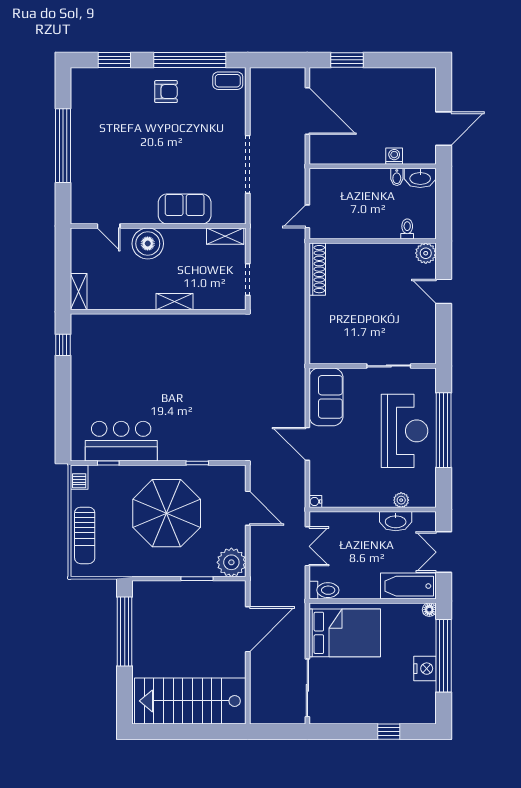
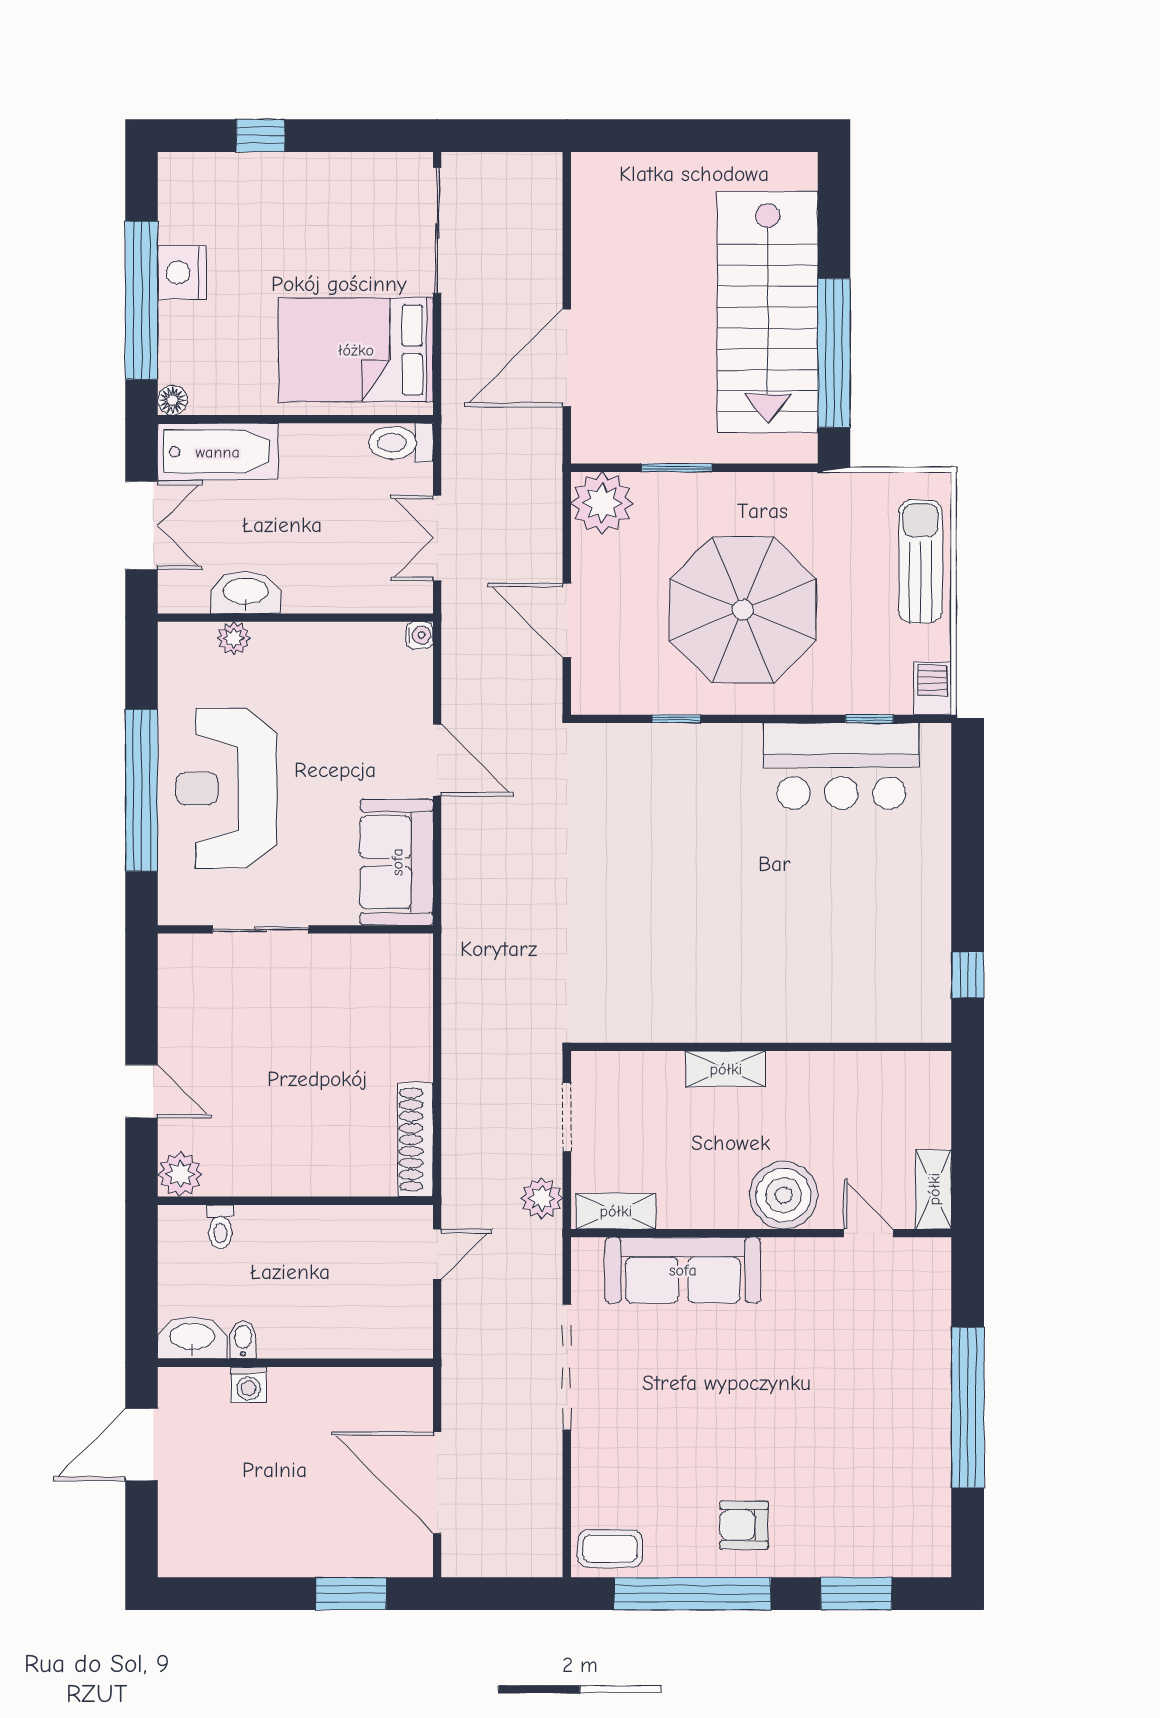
sofa: (185, 209) -> (683, 1270), width x1.36
plant: (259, 242) -> (542, 1198), added
shelving: (79, 292) -> (934, 1189), moved
stairs: (190, 701) -> (768, 312), moved, turned 90

